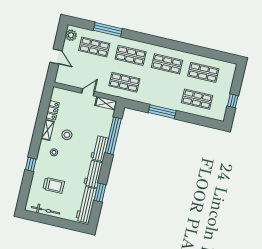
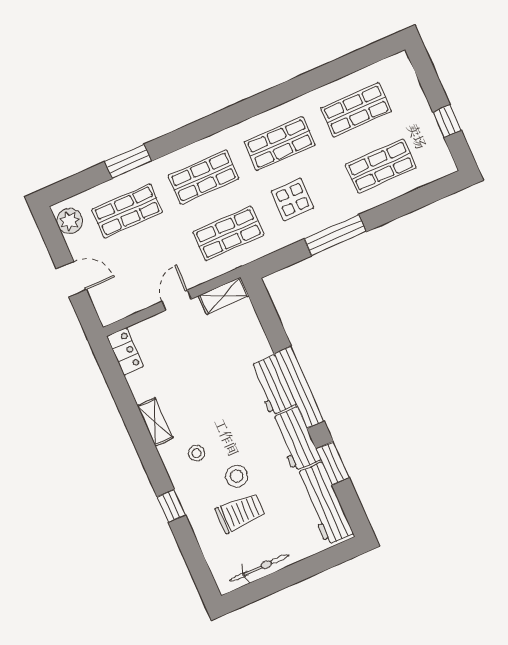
window: (108, 30) -> (128, 161), width x0.69
display table: (156, 87) -> (292, 200), added
locker: (53, 110) -> (125, 351), moved
stool: (67, 135) -> (237, 476), moved
window: (113, 136) -> (299, 387), moved

